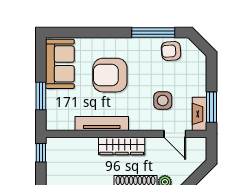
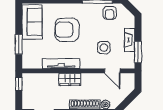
armchair: (171, 51) -> (110, 13), turned -86
fireplace: (199, 114) -> (130, 40), moved
wardrobe: (122, 146) -> (70, 79), width x0.67

